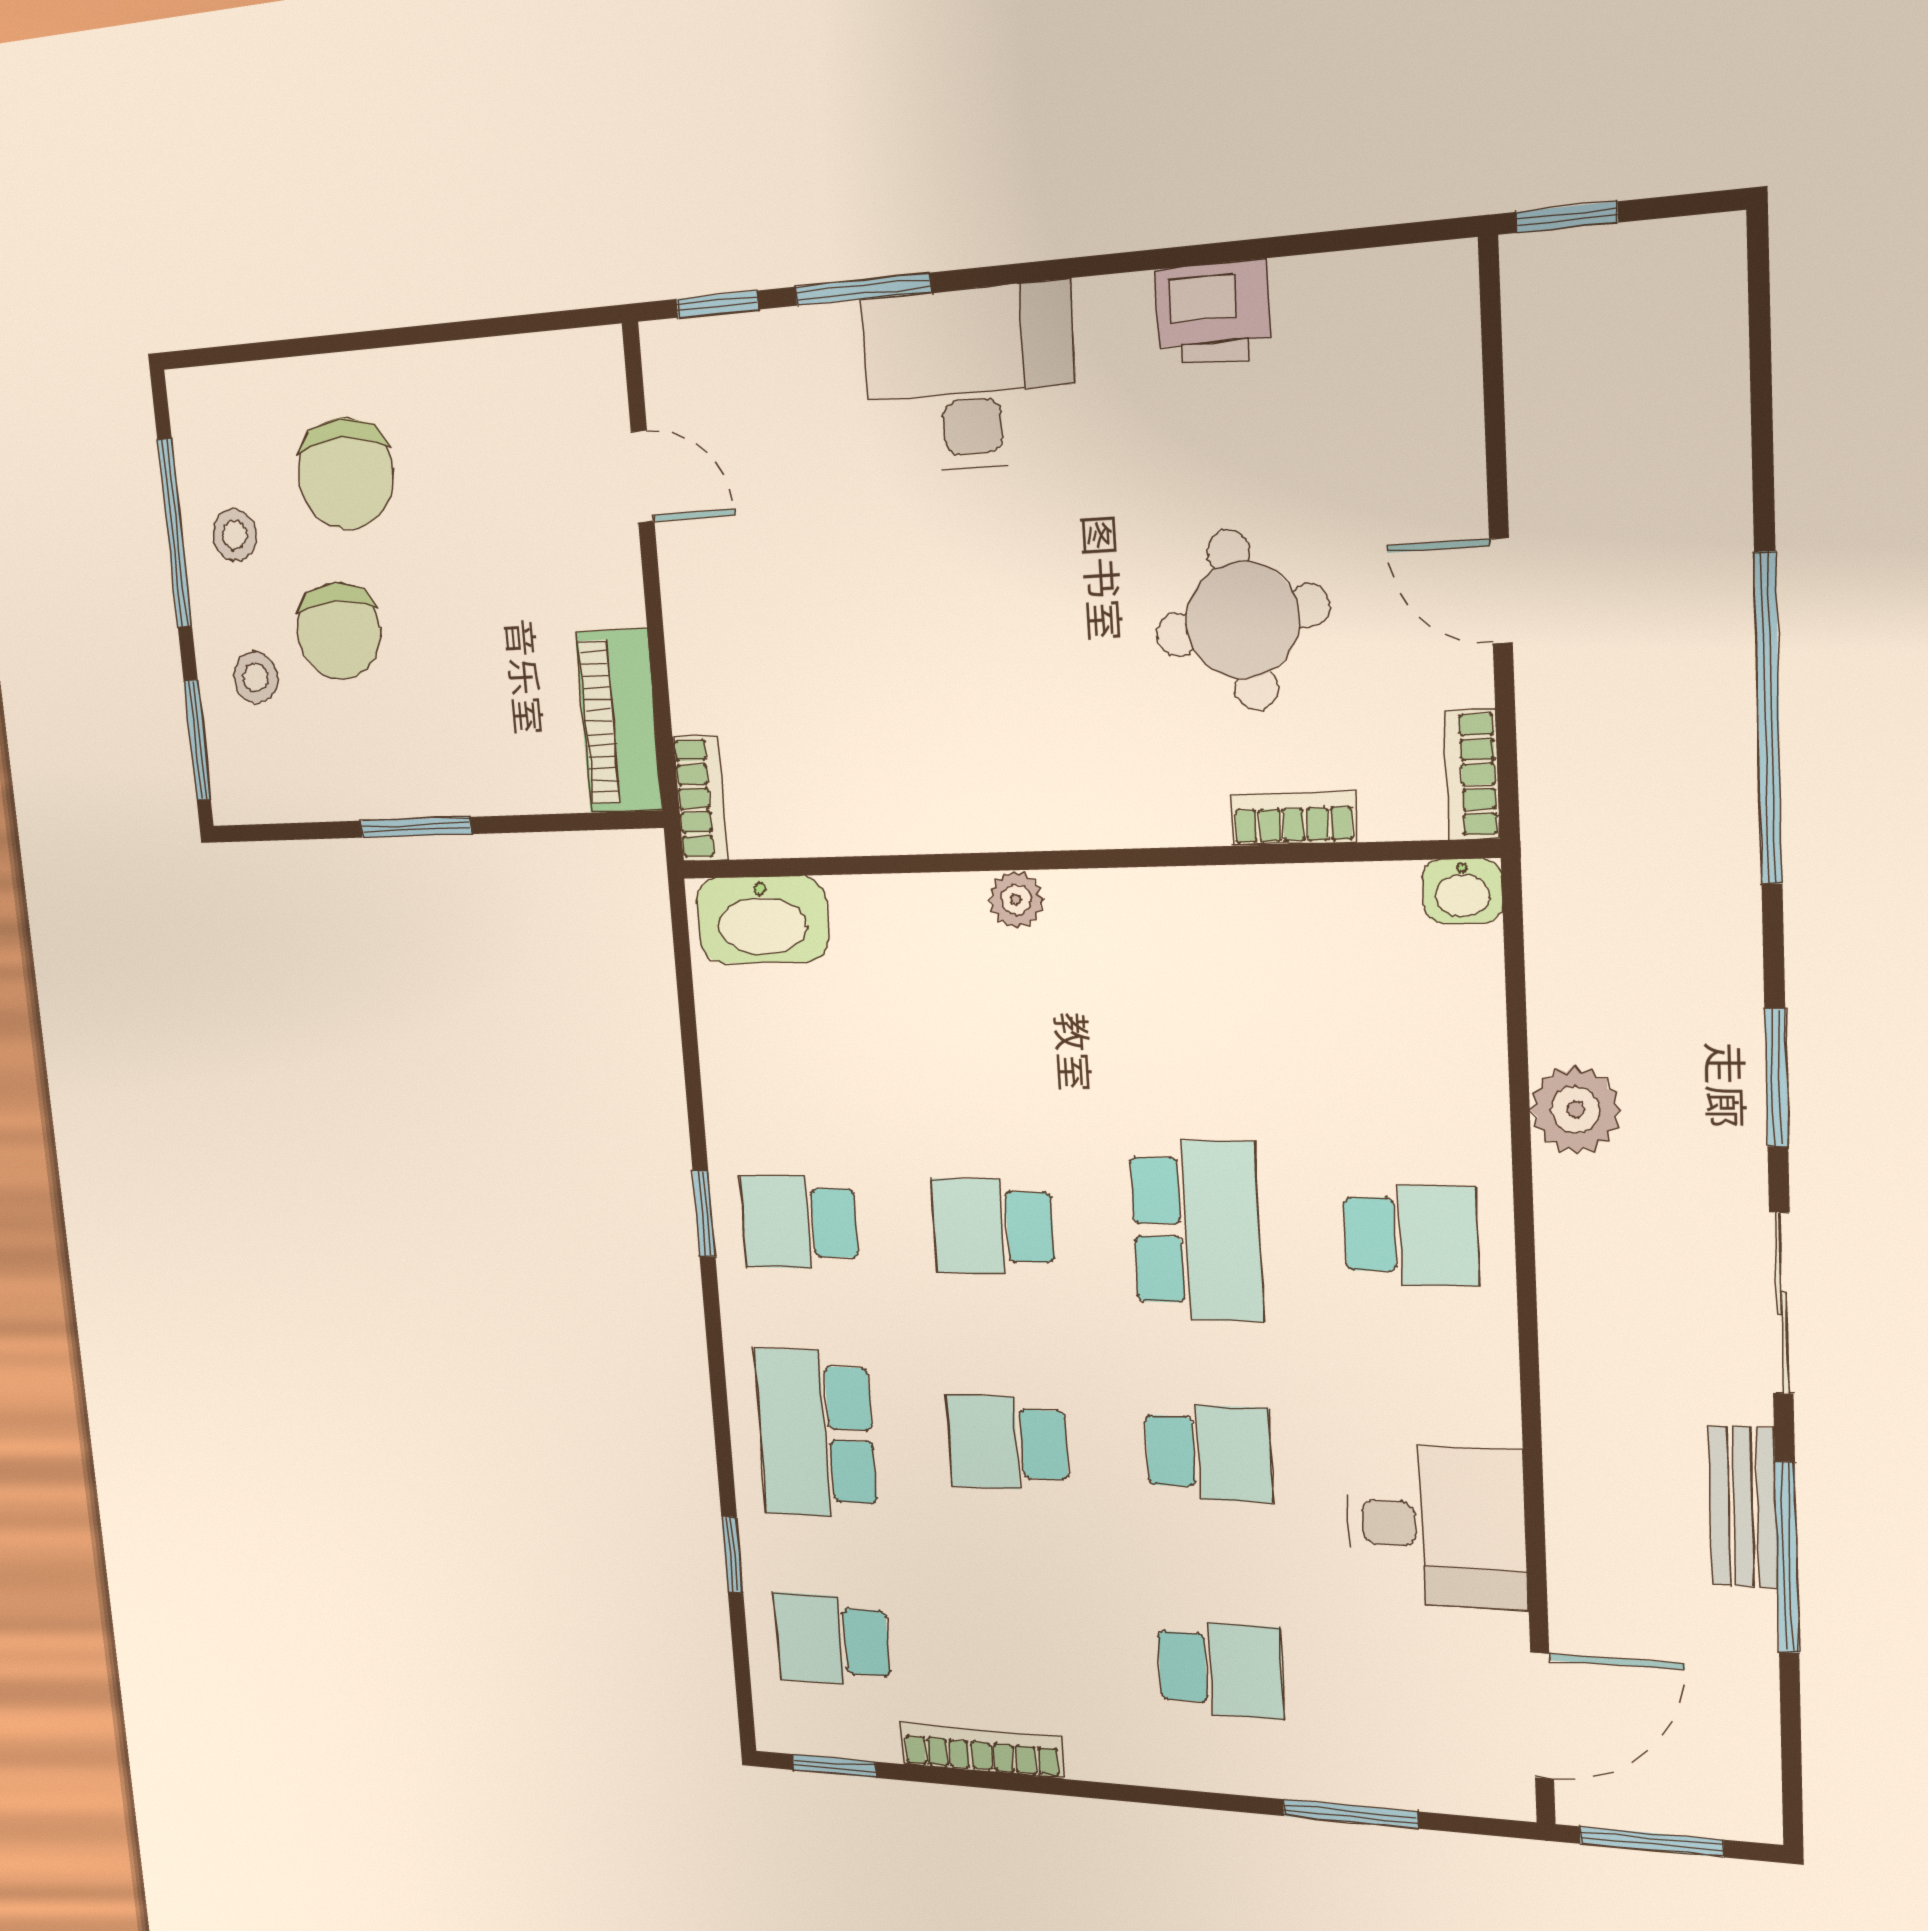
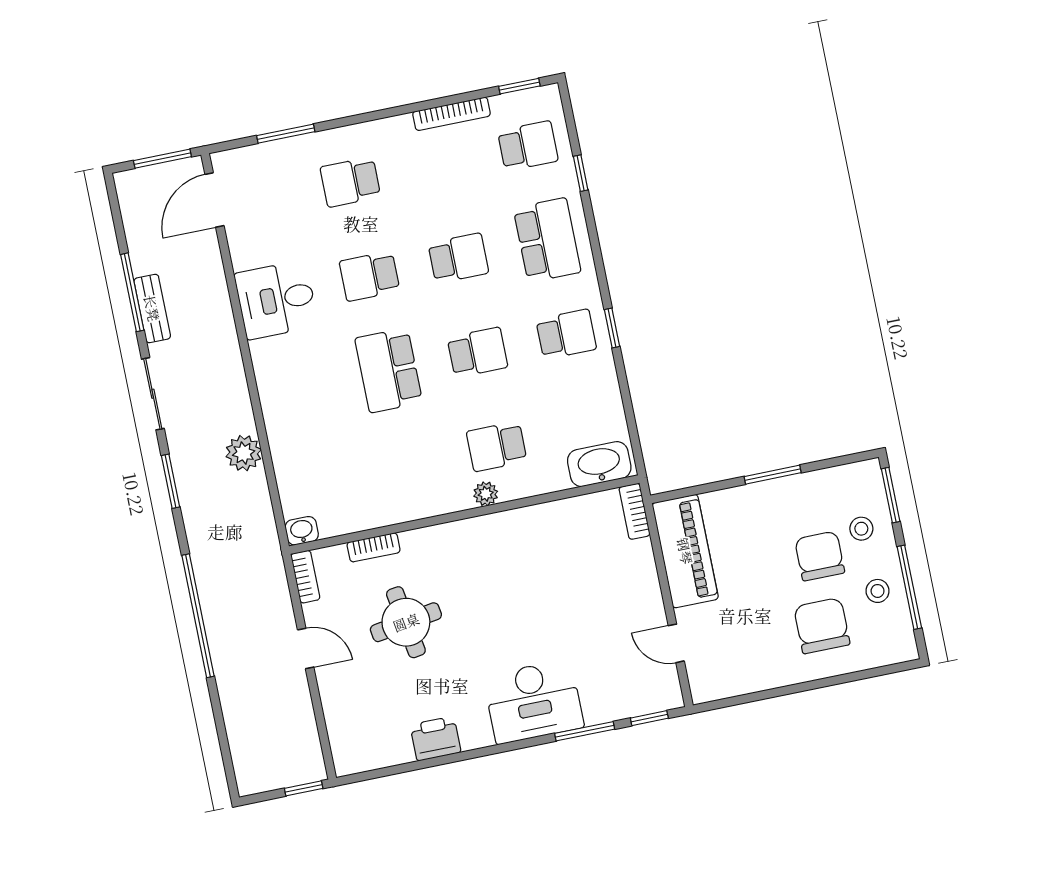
piano: (619, 721) -> (685, 551), width x1.37, depth x1.33
school desk: (1411, 1235) -> (497, 446), moved
desk: (1436, 1526) -> (276, 300), moved

